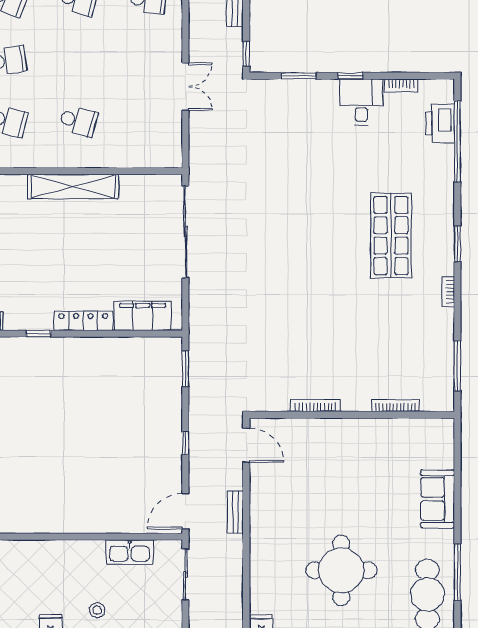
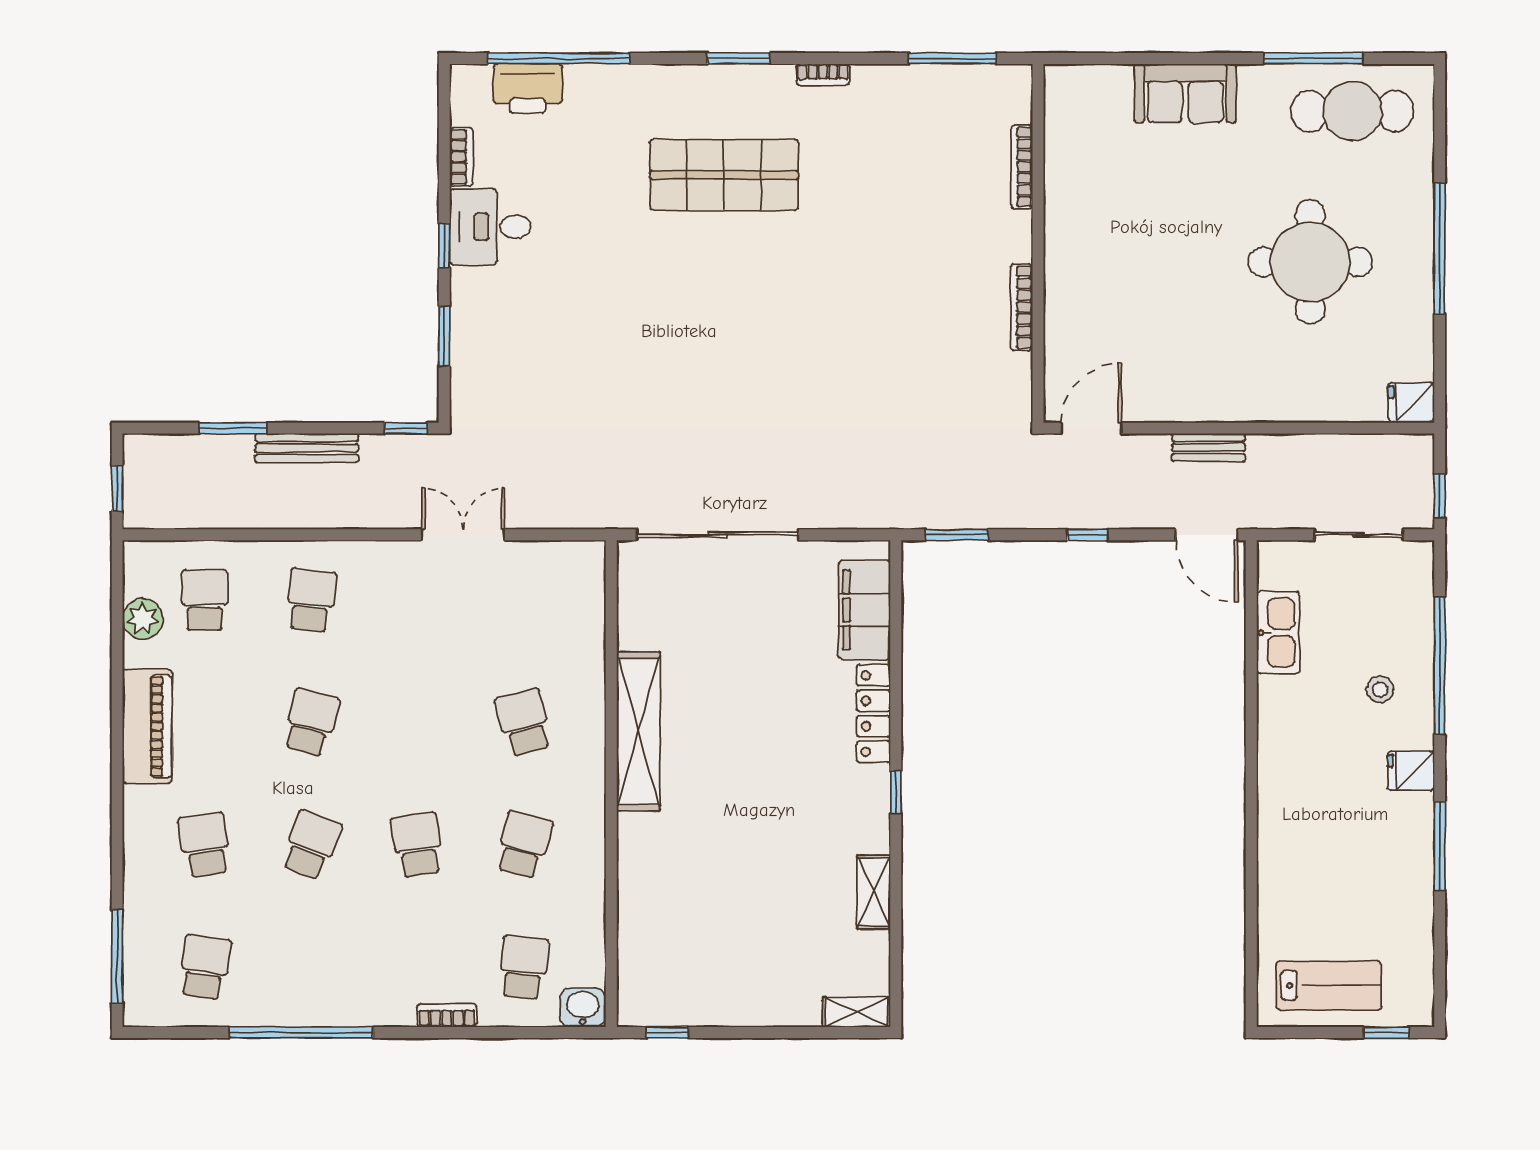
school desk: (78, 121) -> (524, 722), turned -30
sliding door: (185, 575) -> (1359, 535), moved

